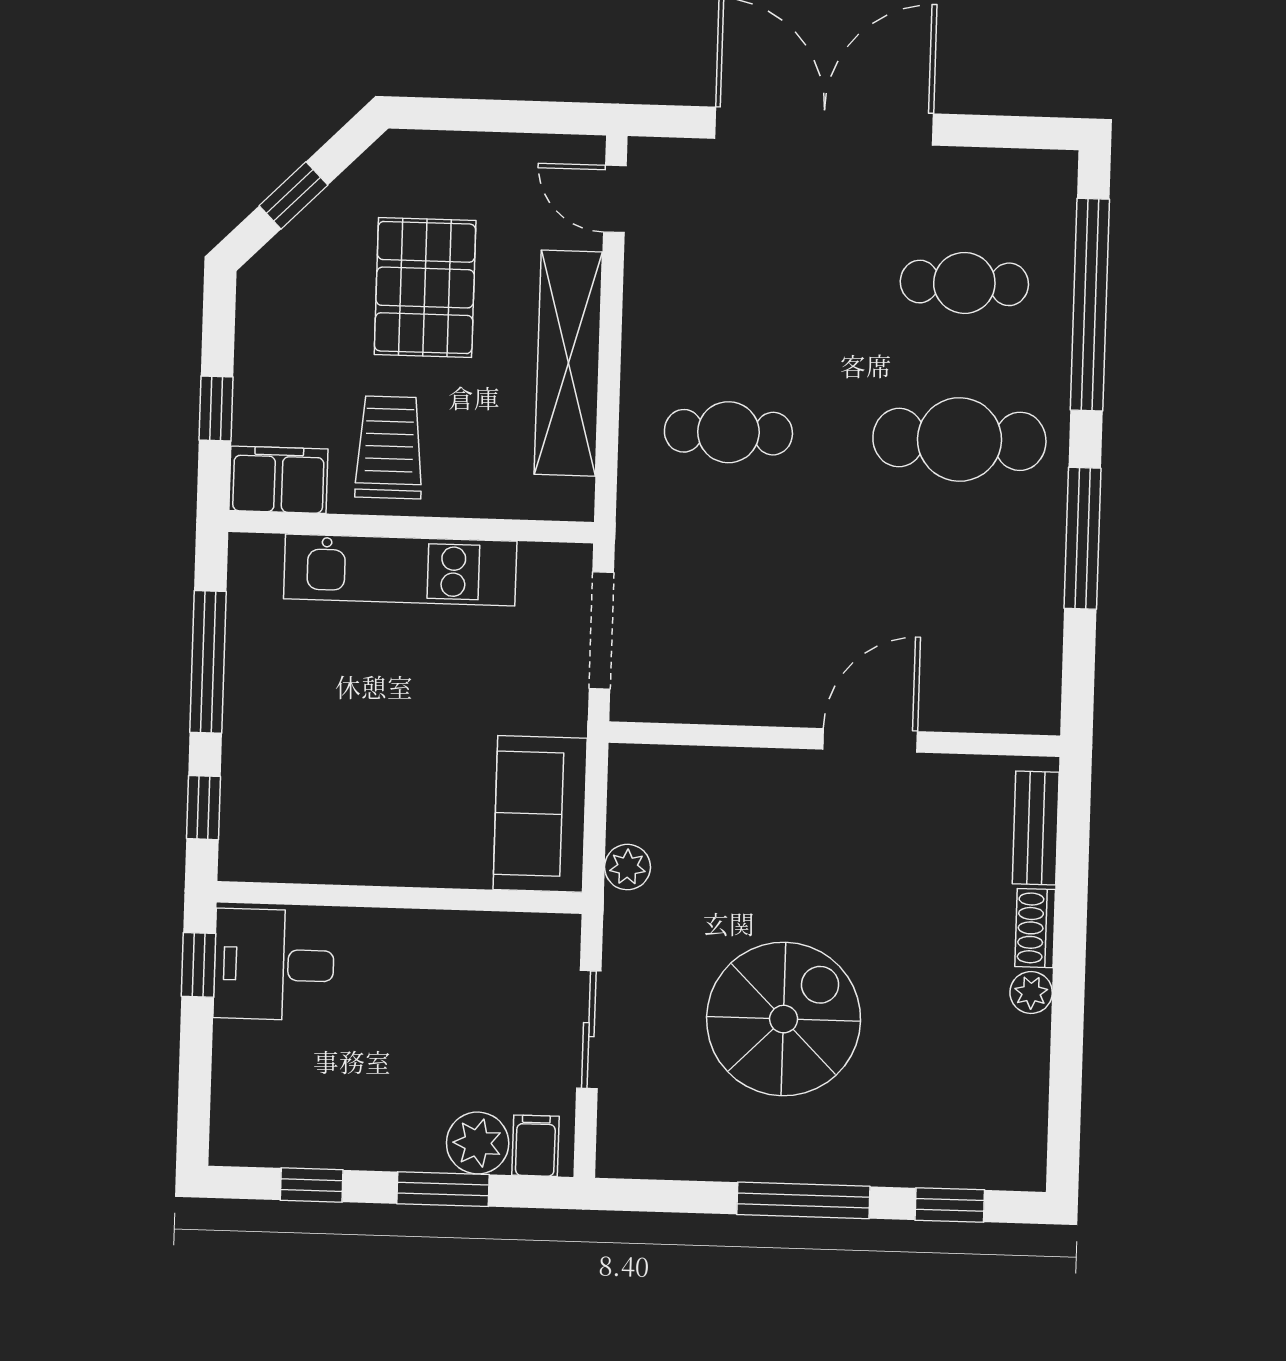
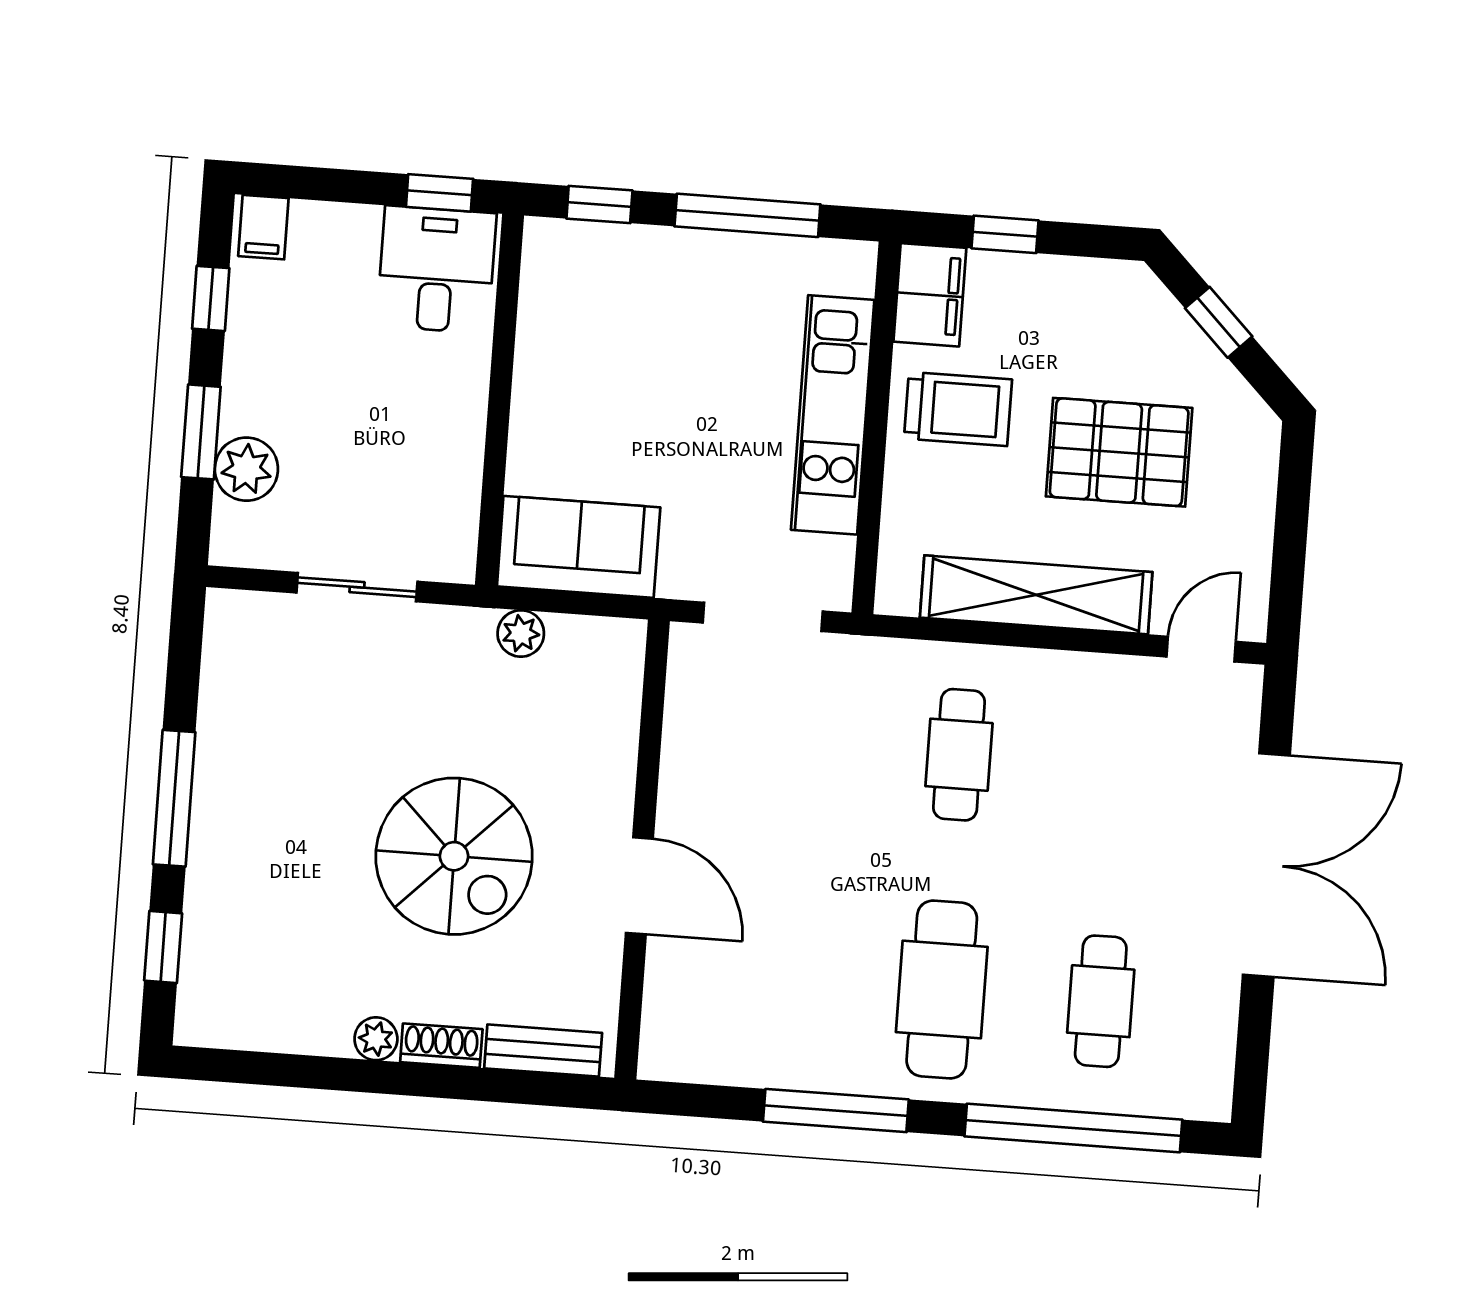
spiral stairs: (784, 1019) -> (454, 856), moved
filing cabinet: (535, 1146) -> (263, 227), moved, turned 90

